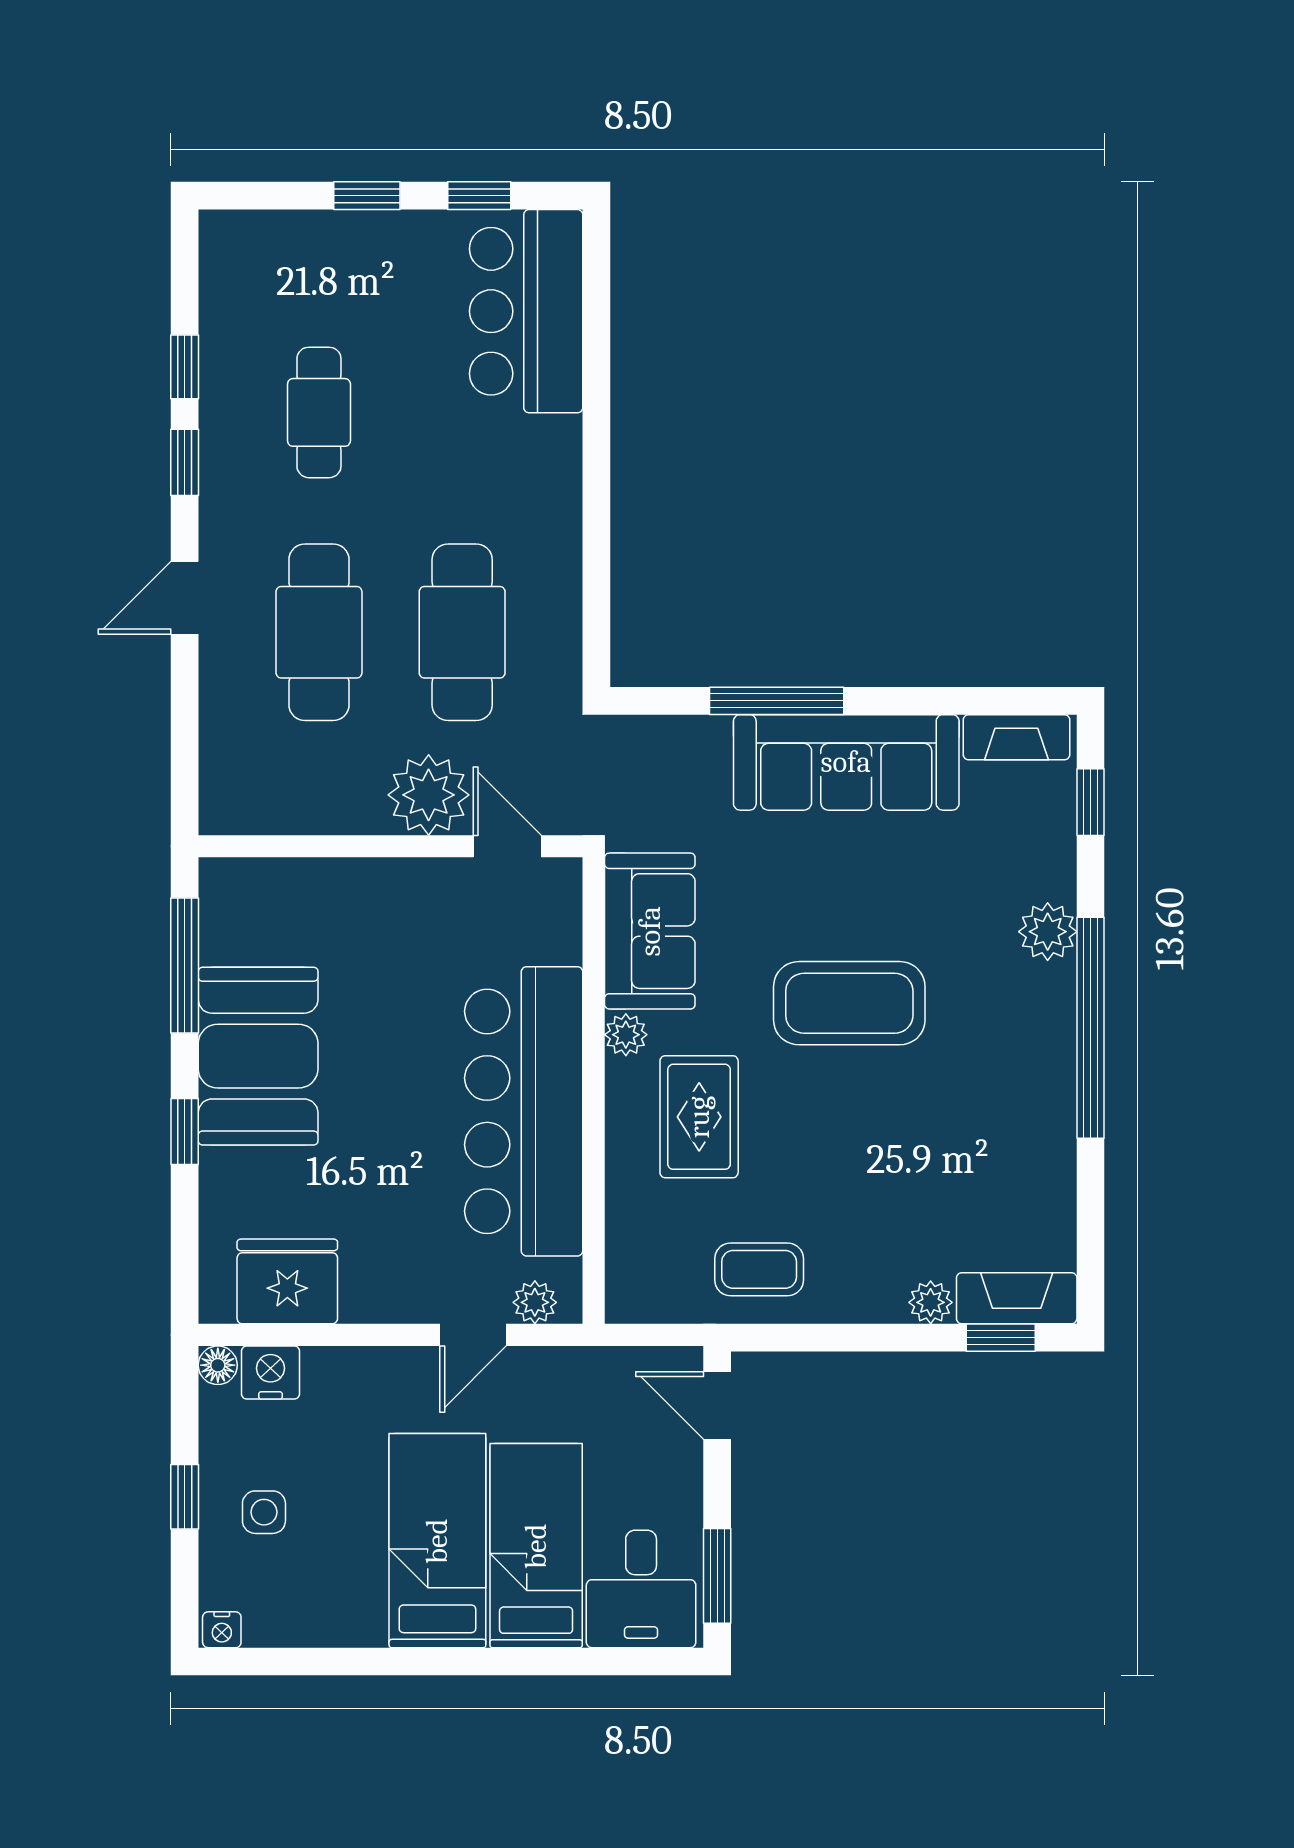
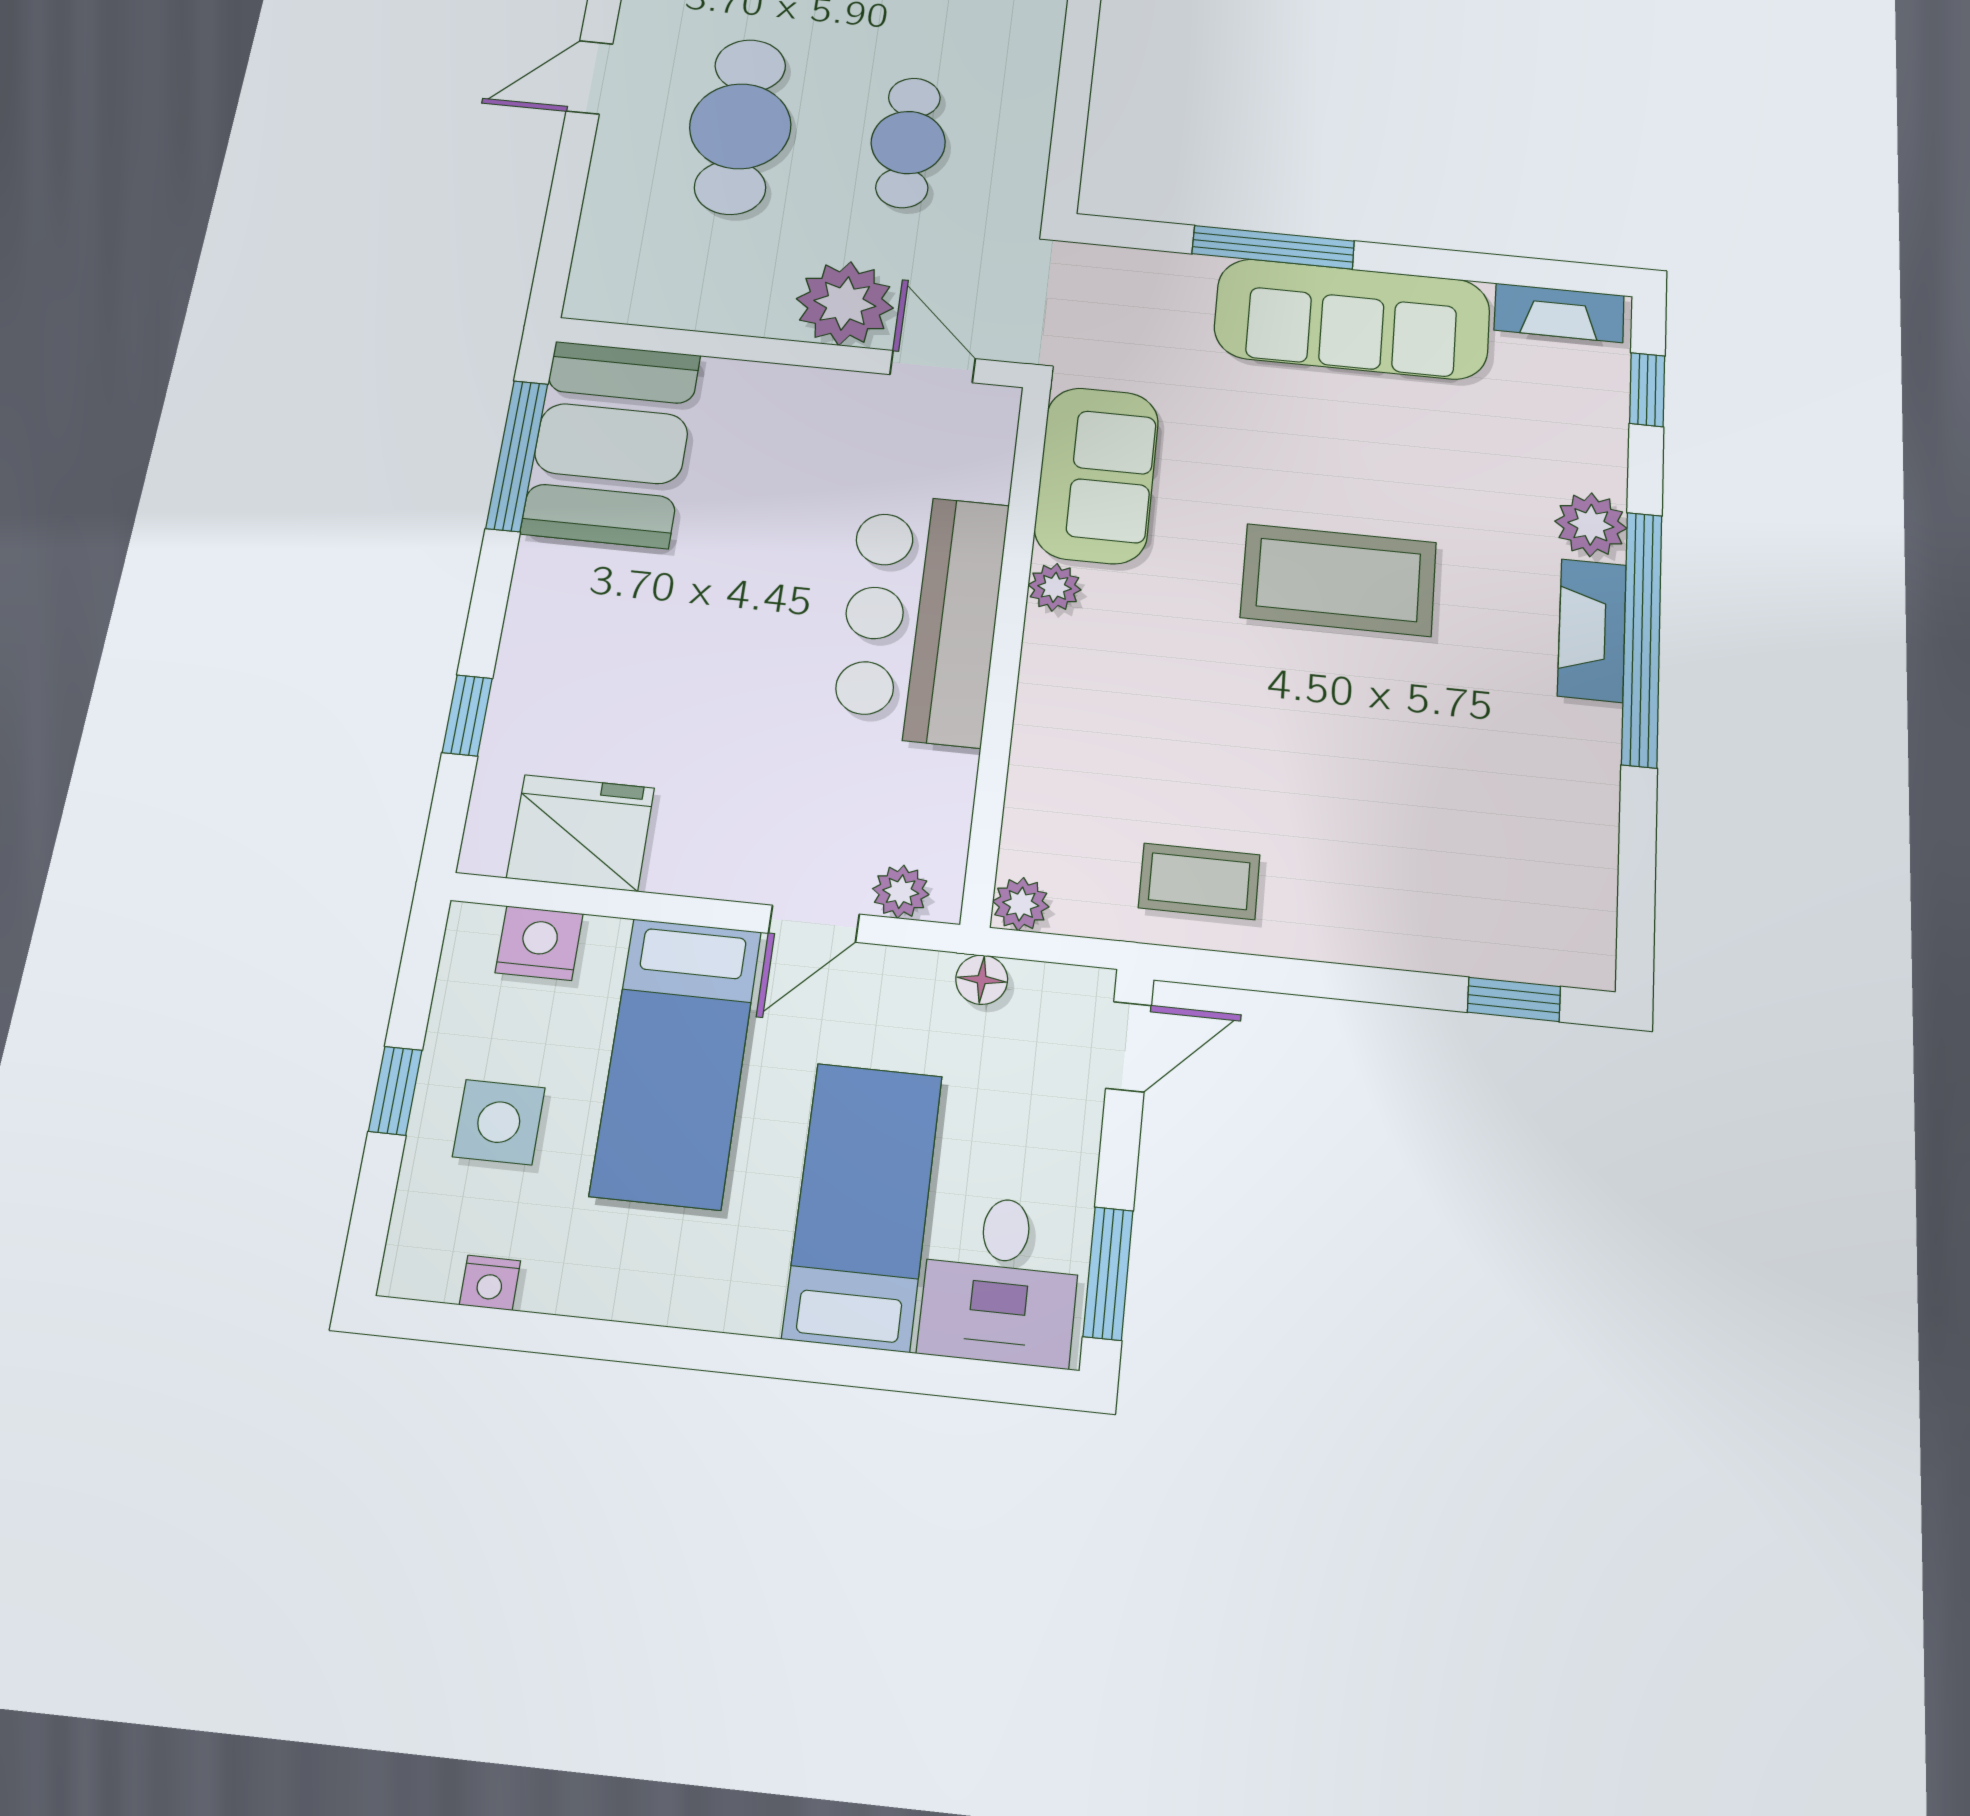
cafe table: (462, 632) -> (908, 142), width x0.73, depth x0.74
booth: (258, 1056) -> (611, 444), moved
bar counter: (524, 1111) -> (921, 618), width x0.73
rug: (699, 1117) -> (1138, 691), removed
window: (185, 1131) -> (467, 715), moved
fireplace: (1017, 1298) -> (1592, 630), moved, turned -90
plant: (931, 1302) -> (1021, 904), moved
floor lamp: (218, 1365) -> (982, 980), moved
door: (717, 1405) -> (1129, 1047), swing flipped
side table: (264, 1512) -> (499, 1122), width x1.37, depth x1.37
bed: (437, 1541) -> (676, 1062), moved, turned 180
nightstand: (222, 1630) -> (490, 1283), moved

